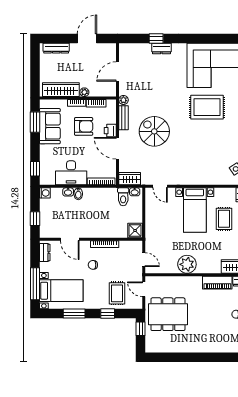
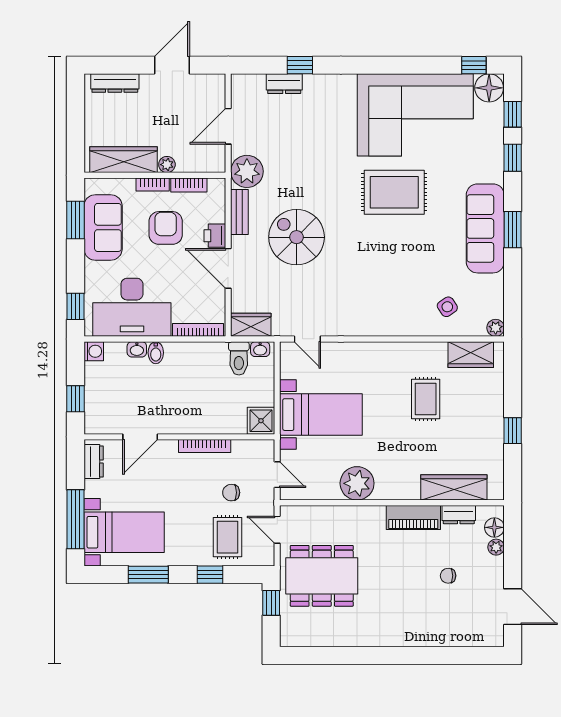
dresser: (161, 48) -> (284, 84), moved
plant: (123, 100) -> (247, 171), width x1.87, depth x1.87
armchair: (84, 126) -> (166, 228), turned -90
desk: (71, 173) -> (132, 307), width x1.36, depth x1.30
bed with nightstands: (195, 210) -> (321, 415), moved, turned -90
door: (70, 239) -> (140, 437), hinge flipped
chair: (93, 265) -> (231, 493), moved

